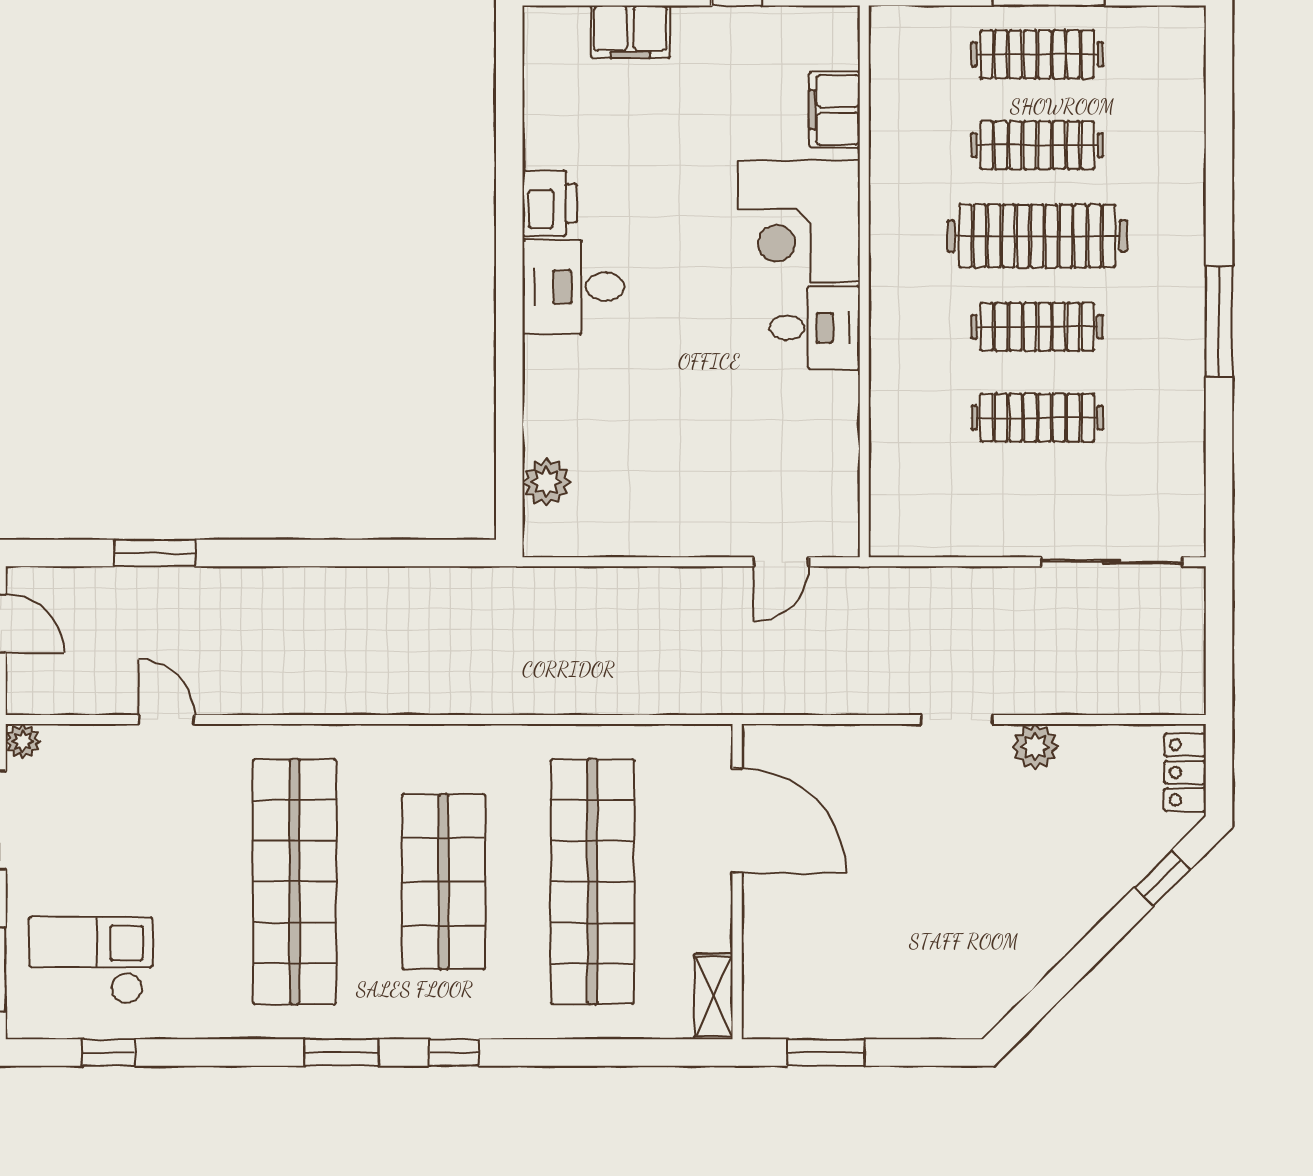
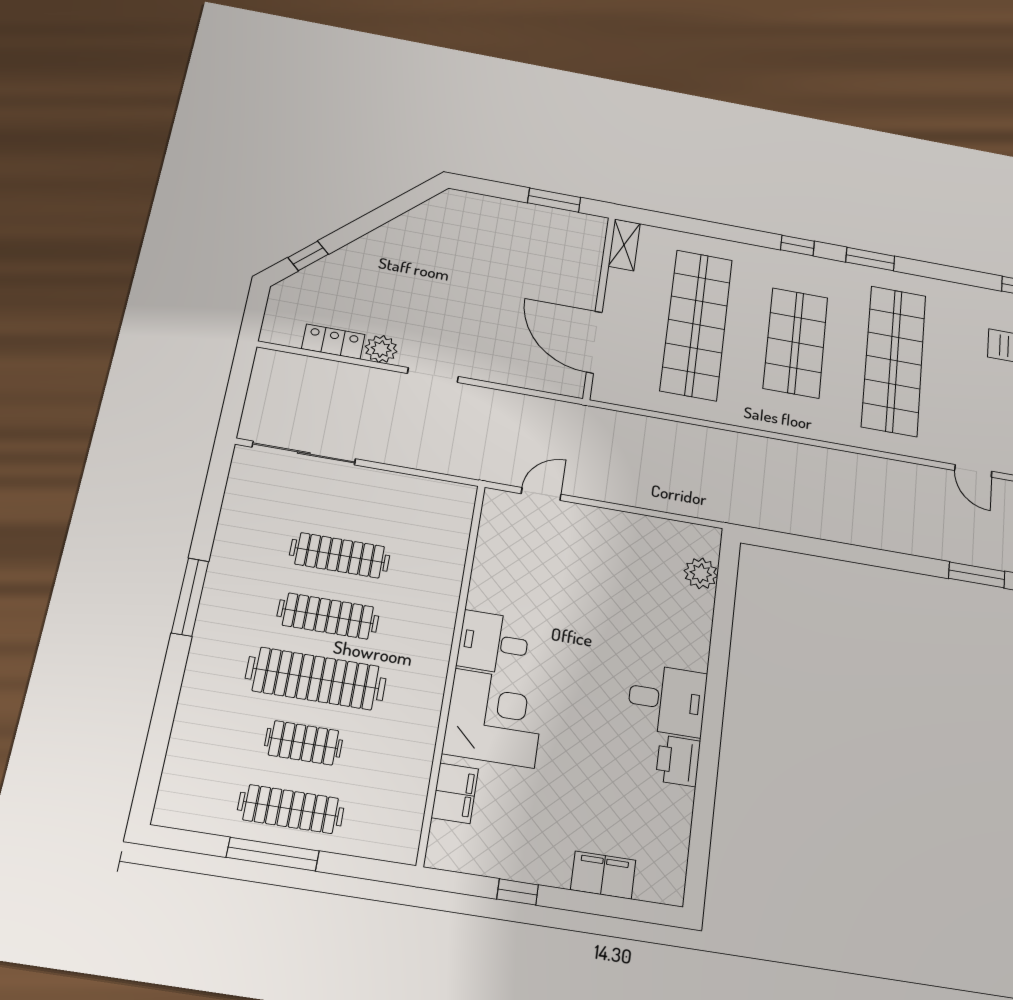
clothes rail: (1037, 145) -> (304, 743), width x0.73
locker: (1185, 772) -> (333, 342), moved, turned -90

